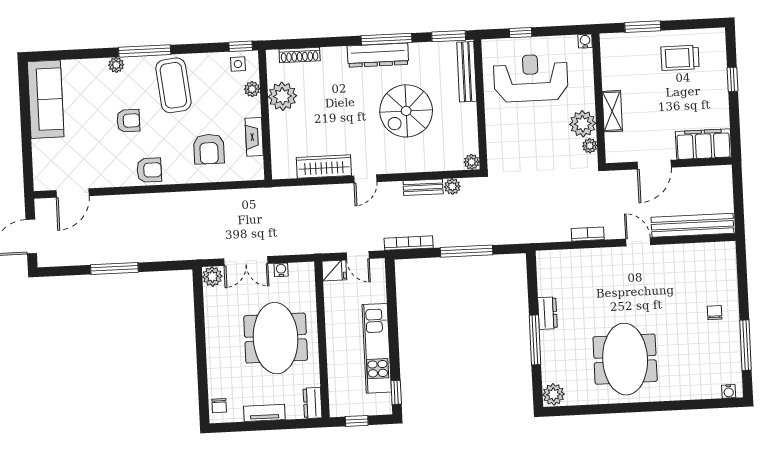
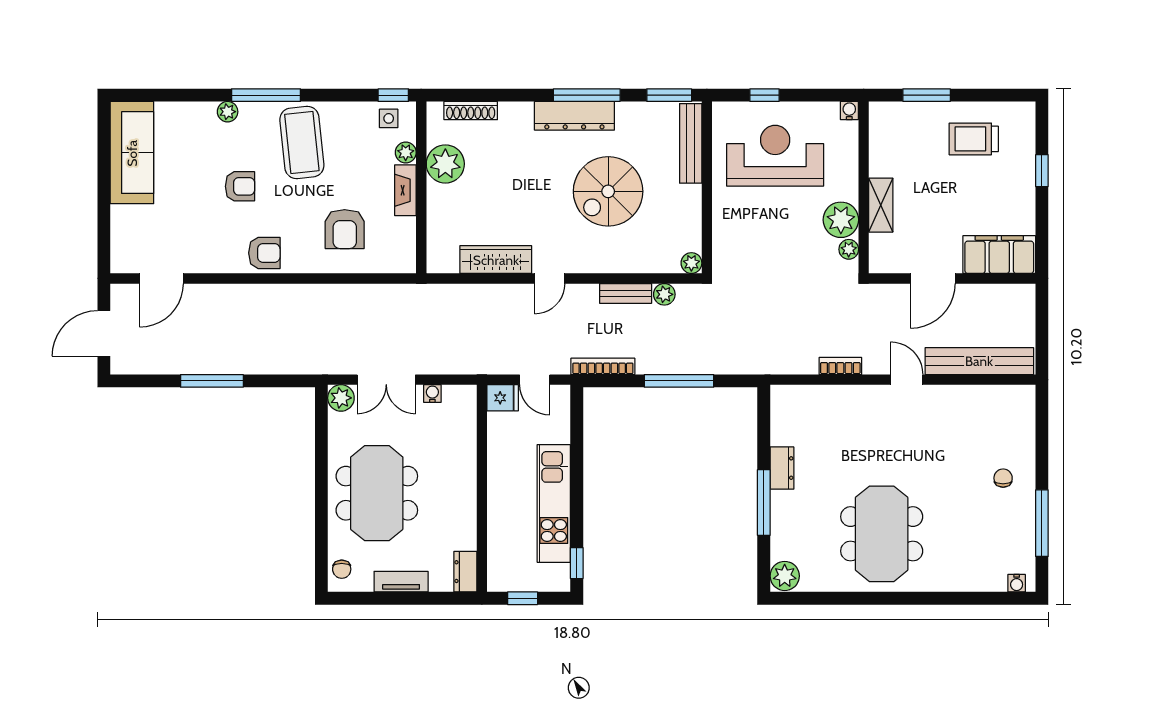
fireplace: (254, 137) -> (405, 190), moved
meeting table: (276, 338) -> (377, 493), moved

